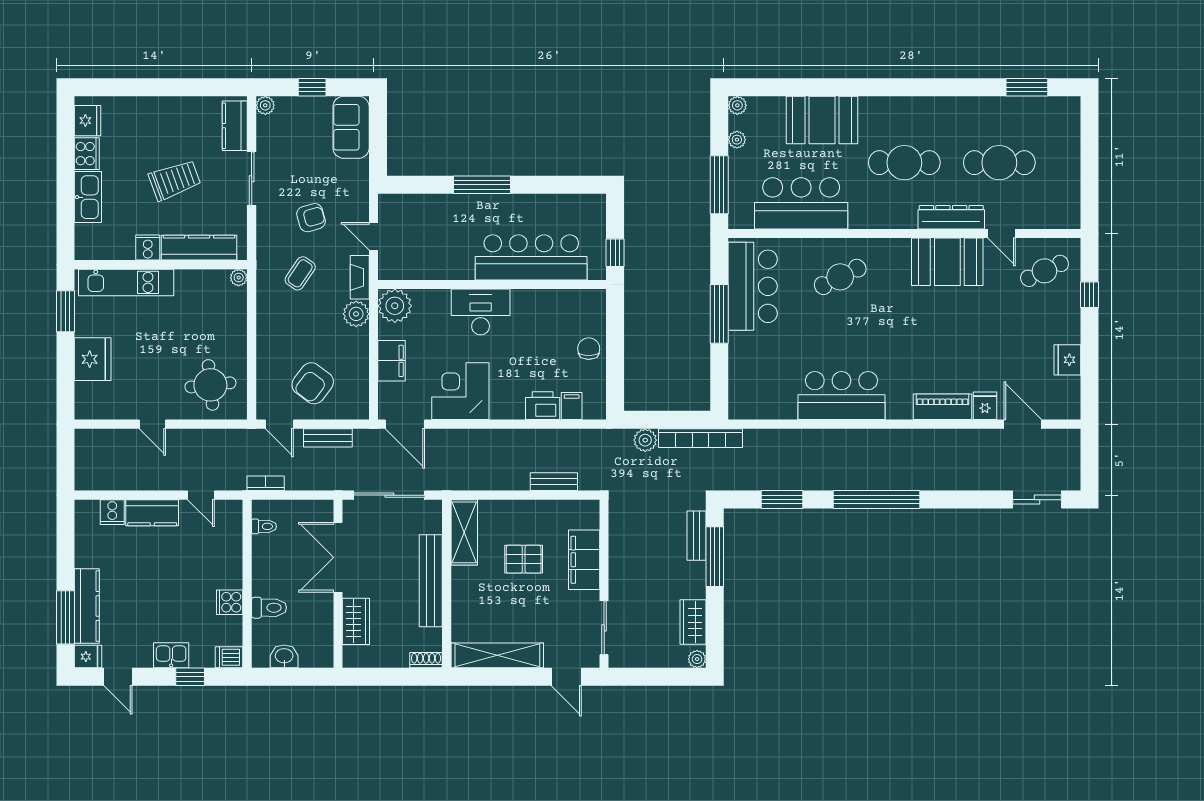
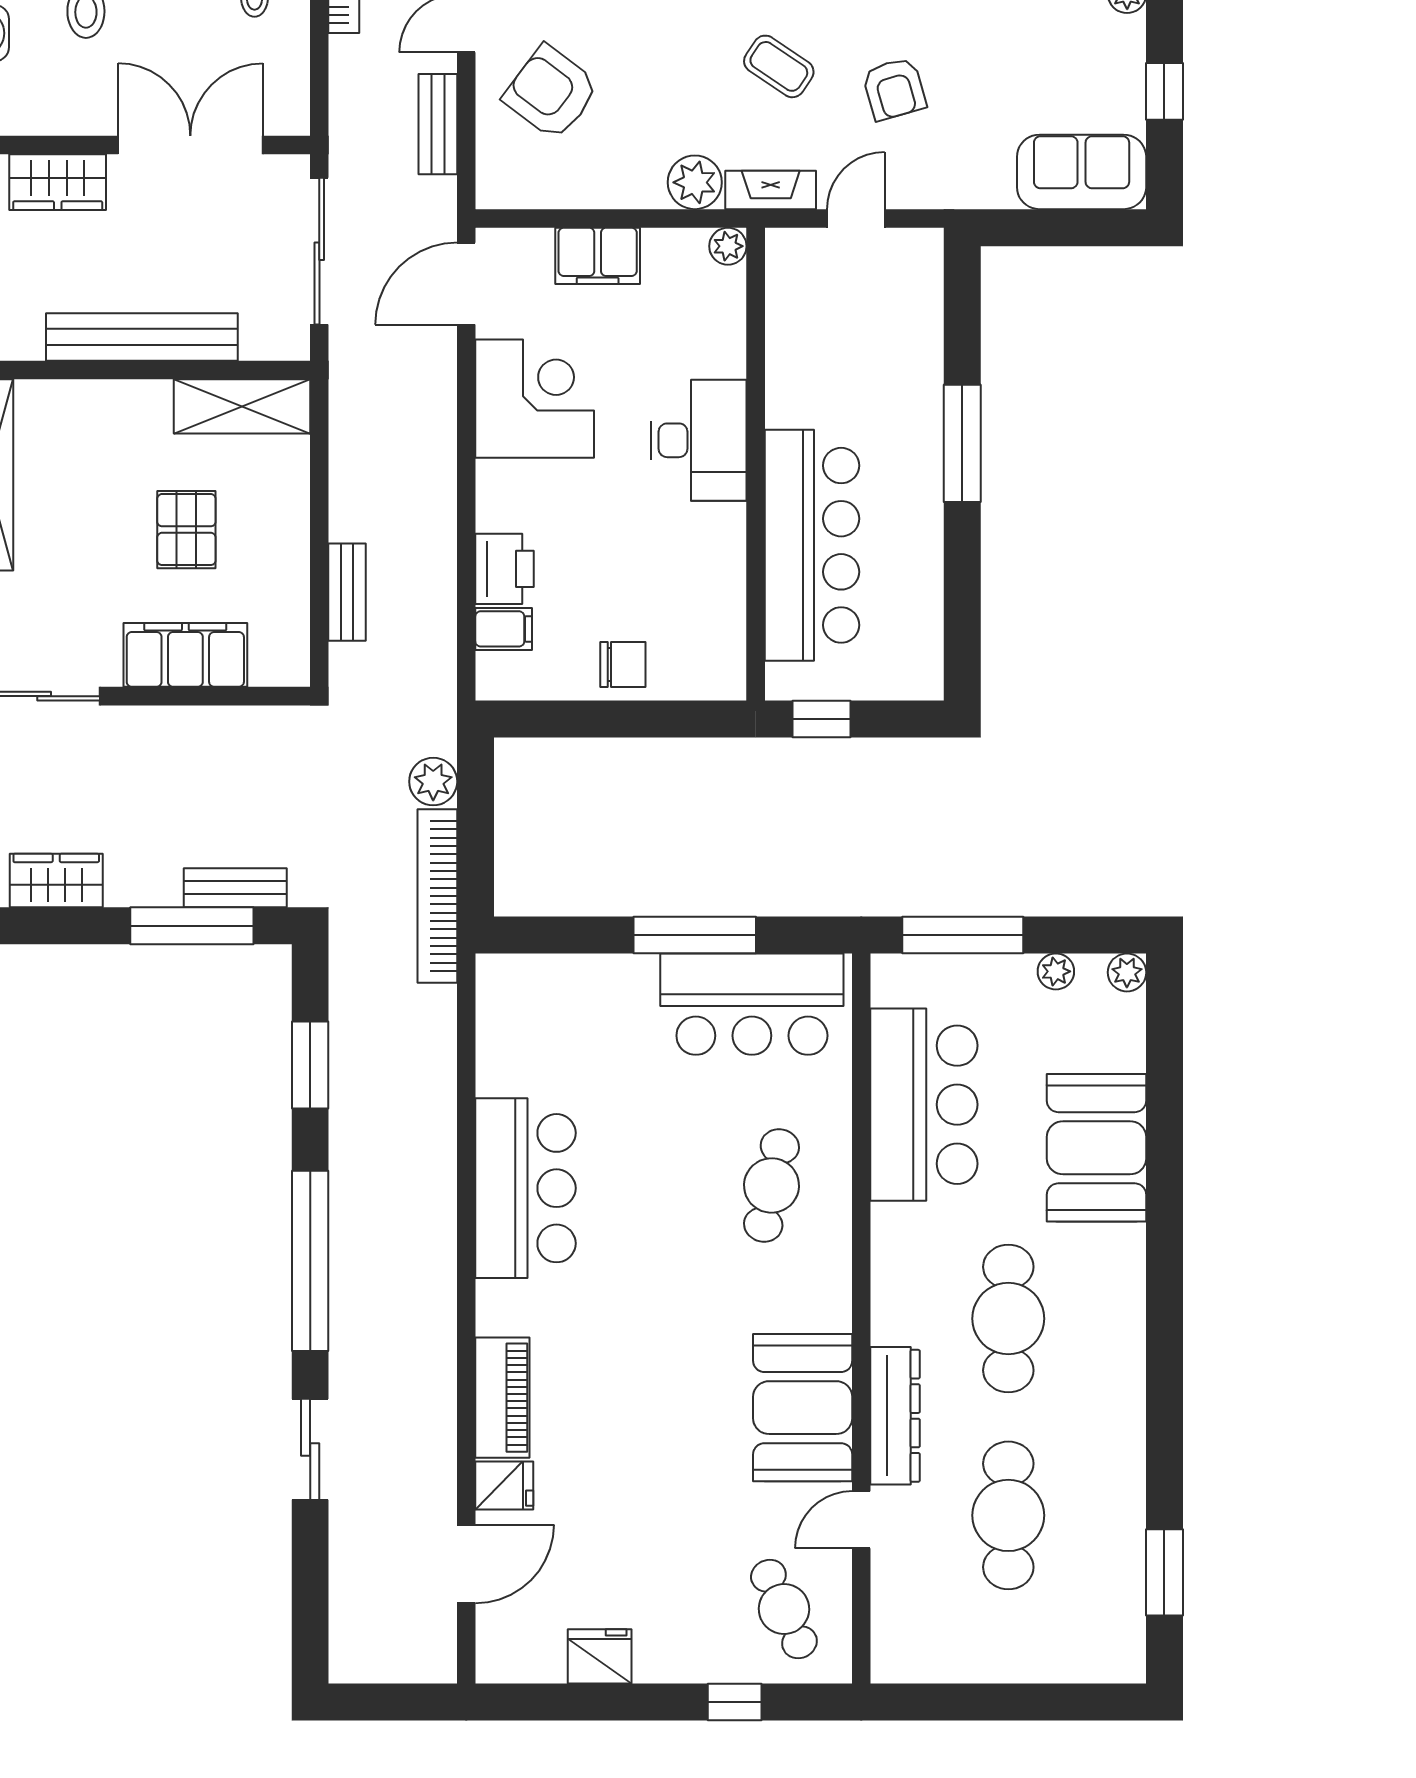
cafe table: (840, 277) -> (772, 1185), turned 39
plant: (395, 306) -> (728, 246), width x0.53, depth x0.53
sliding door: (1037, 500) -> (310, 1449), moved

